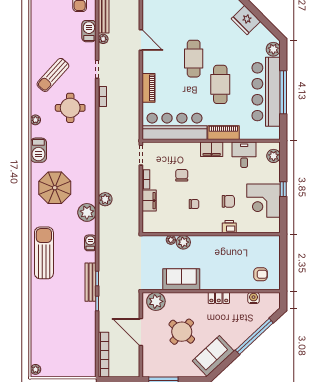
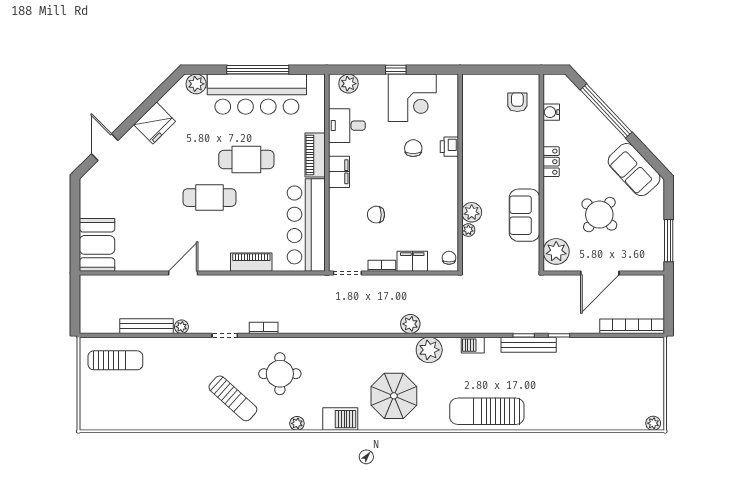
barbecue: (89, 31) -> (170, 347), removed
chair: (194, 204) -> (449, 258), moved

